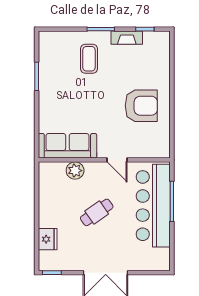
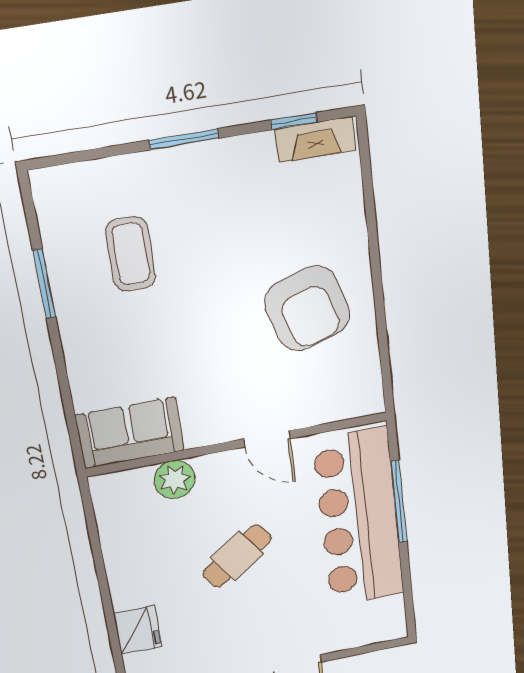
fireplace: (127, 38) -> (315, 140), moved
coffee table: (89, 59) -> (131, 254), moved
armchair: (141, 106) -> (307, 308), turned 73
sofa: (67, 146) -> (130, 433), width x0.73

